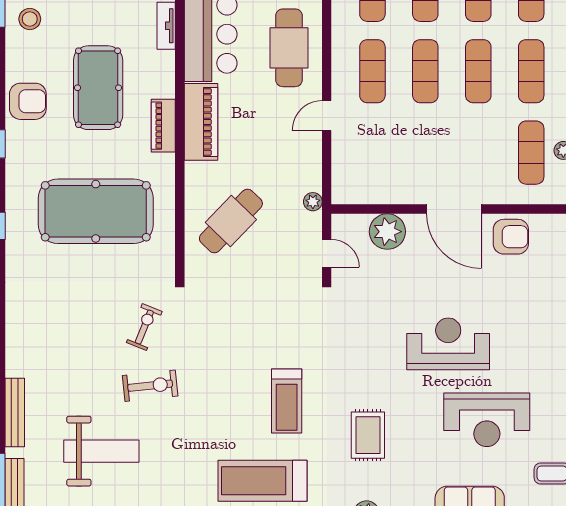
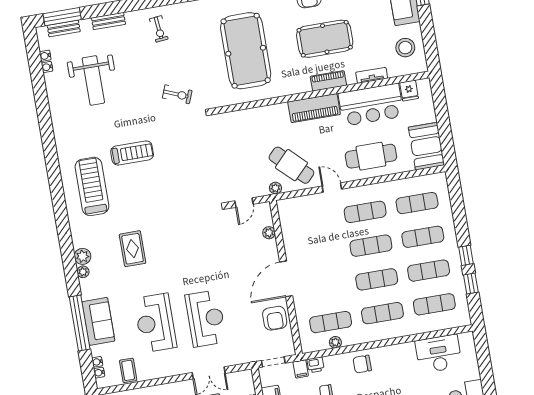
piano: (163, 126) -> (328, 81), moved
cafe table: (231, 221) -> (291, 165), moved
plant: (387, 232) -> (269, 233), width x0.53, depth x0.53
reception desk: (448, 344) -> (206, 318), moved
exercise bike: (150, 386) -> (159, 29), moved, width x0.73, depth x0.72
treadmill: (287, 401) -> (132, 153), moved, turned 180
bench: (15, 413) -> (108, 21), width x0.73
rug: (368, 435) -> (133, 249), turned 90

